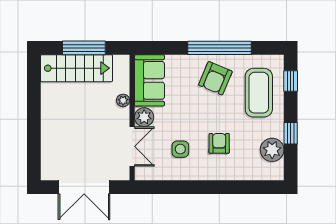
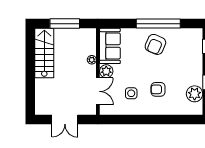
stairs: (77, 68) -> (44, 53), moved, turned -90
coffee table: (259, 93) -> (185, 54), removed
armchair: (219, 143) -> (158, 89), turned -90
double door: (84, 187) -> (65, 120), width x0.73

